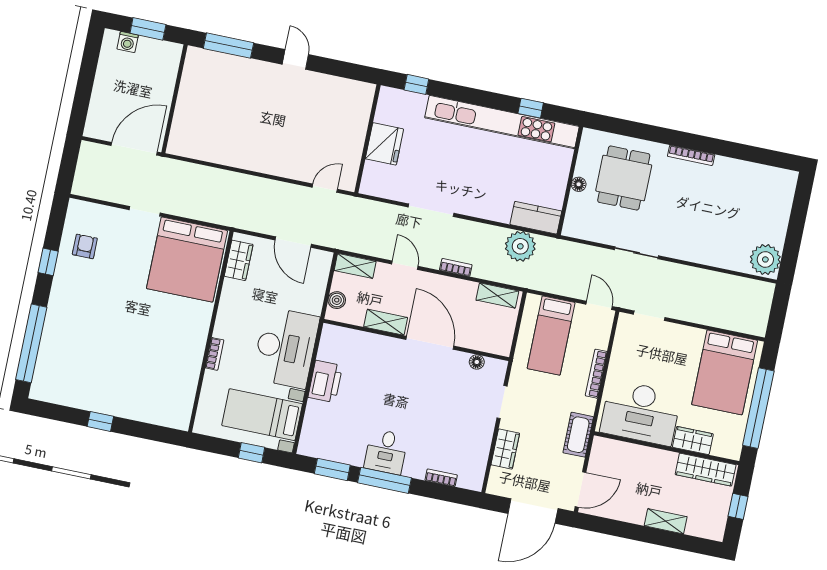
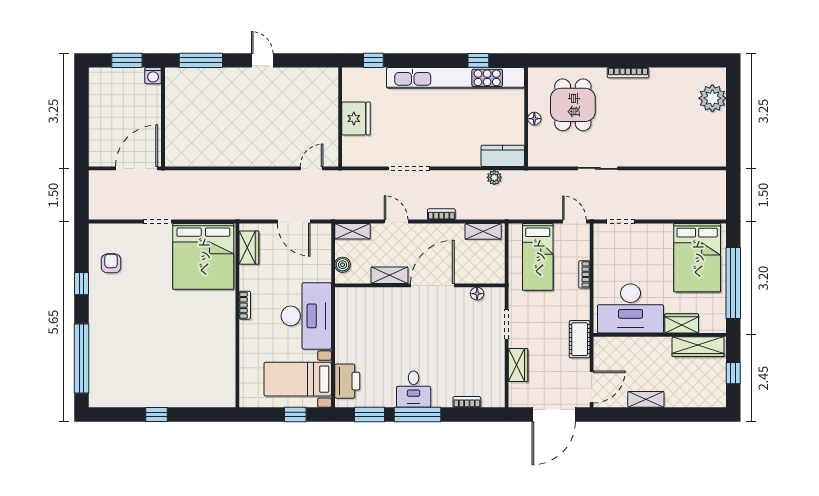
washing machine: (128, 42) -> (153, 76), moved
plant: (520, 246) -> (494, 177), width x0.53, depth x0.53
plant: (765, 259) -> (712, 98), moved
door: (430, 343) -> (432, 285), hinge flipped
bookcase: (215, 354) -> (245, 305), moved
bookcase: (596, 374) -> (584, 274), width x0.64
printer: (325, 381) -> (347, 381), moved
shelving: (666, 521) -> (646, 399), moved

